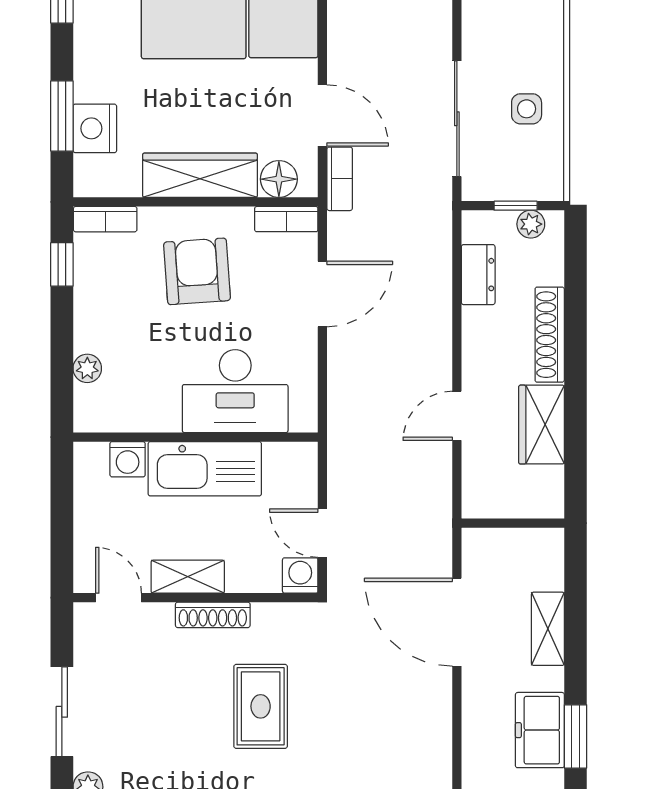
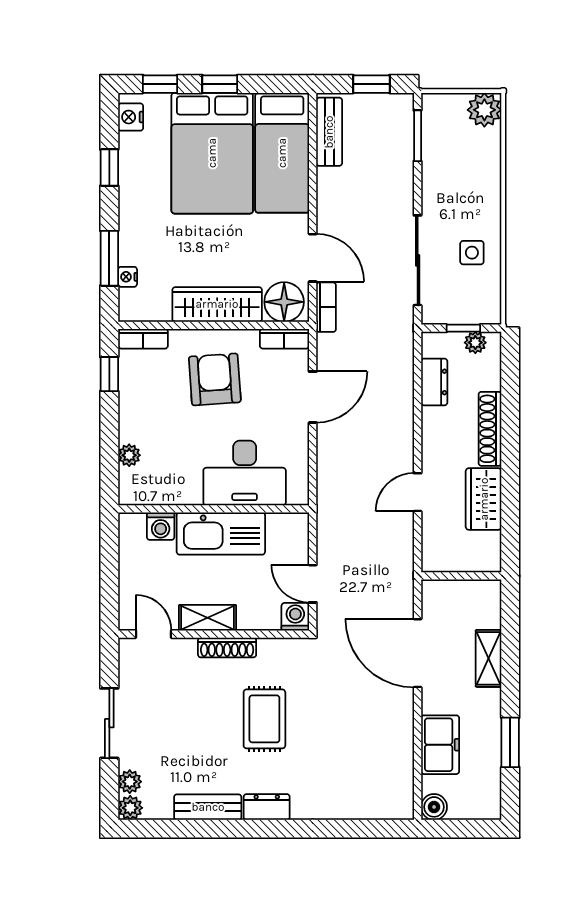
nightstand: (95, 128) -> (128, 277), width x0.53, depth x0.56
floor lamp: (279, 179) -> (284, 302), width x1.38, depth x1.38
freezer: (540, 730) -> (440, 745), moved, turned 180

